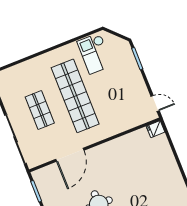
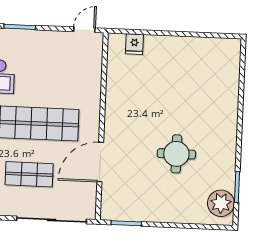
fridge: (156, 129) -> (134, 44), moved
door: (70, 155) -> (100, 162), swing flipped

